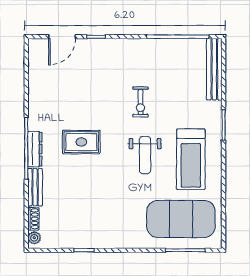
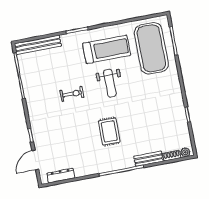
door: (62, 37) -> (35, 160), swing flipped
dresser: (35, 149) -> (61, 176), moved
weight bench: (145, 155) -> (110, 83), turned 90

